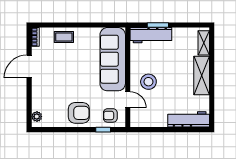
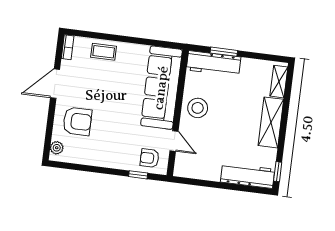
stool: (148, 82) -> (198, 108), moved
armchair: (79, 113) -> (77, 121), moved
window: (212, 113) -> (278, 172), added

